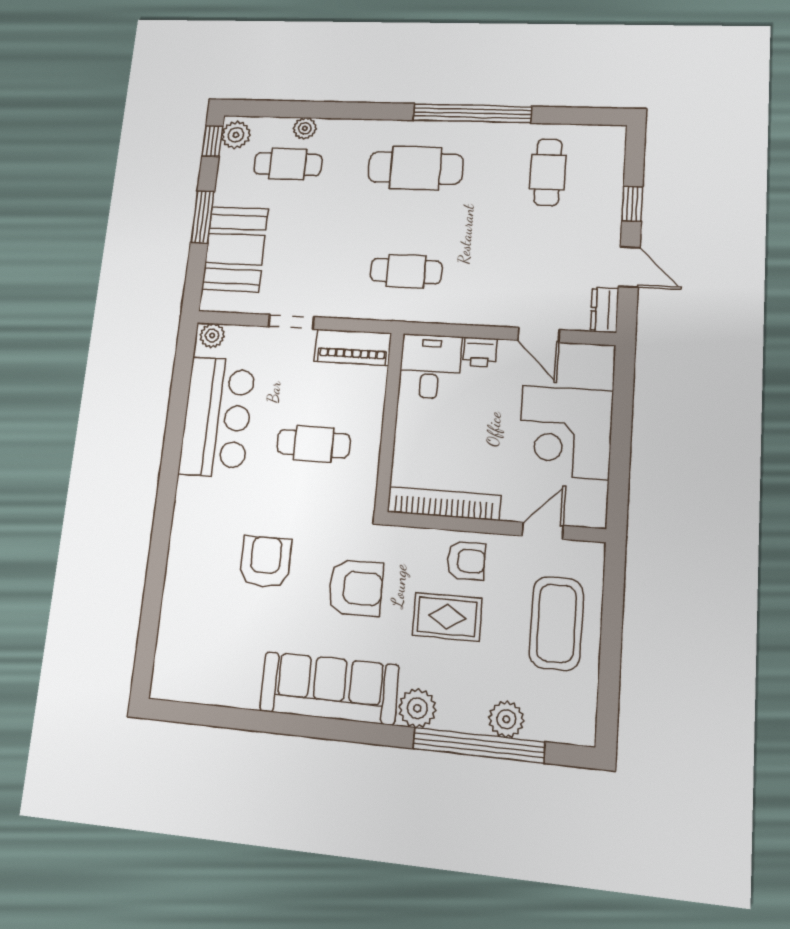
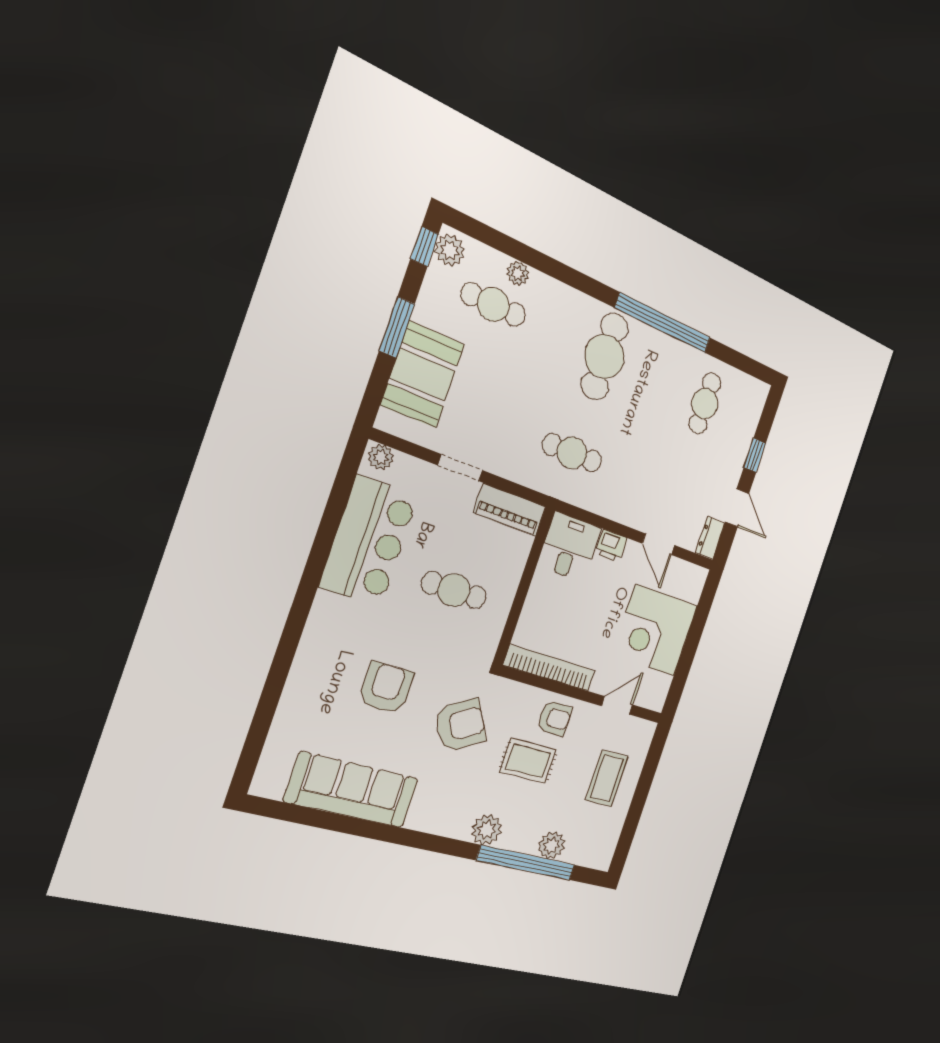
cafe table: (415, 168) -> (605, 357), turned 90
armchair: (355, 588) -> (460, 725), turned -30
coffee table: (556, 623) -> (607, 778), width x0.73, depth x0.76
sofa: (329, 688) -> (352, 790), moved

